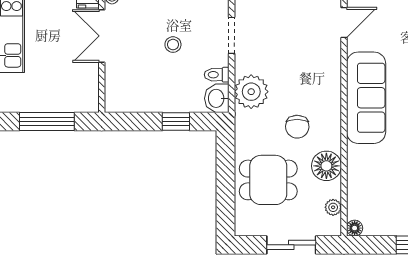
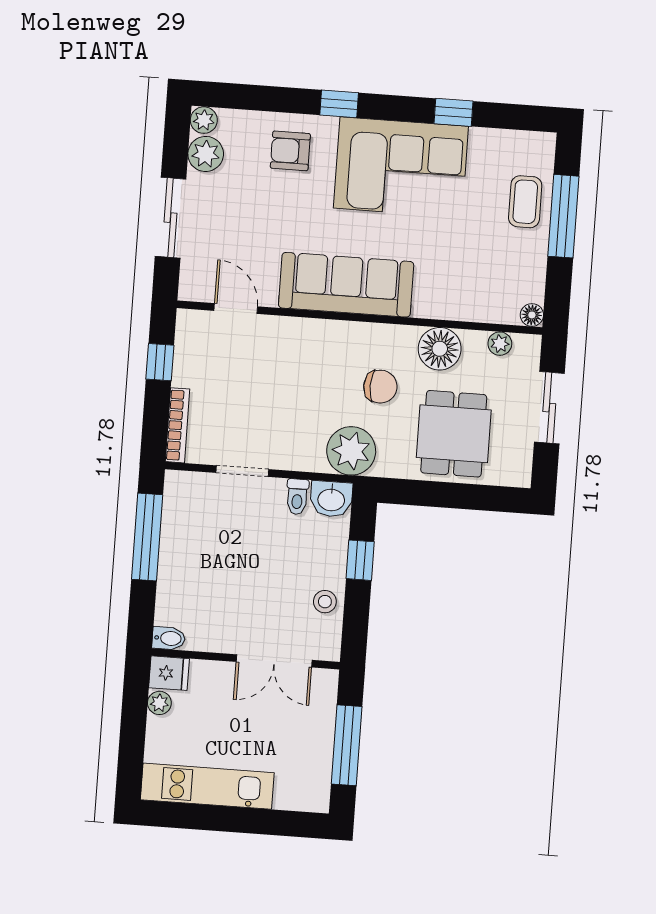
double door: (102, 36) -> (274, 661), moved
stool: (173, 45) -> (325, 602), moved
plant: (251, 92) -> (351, 451), moved

